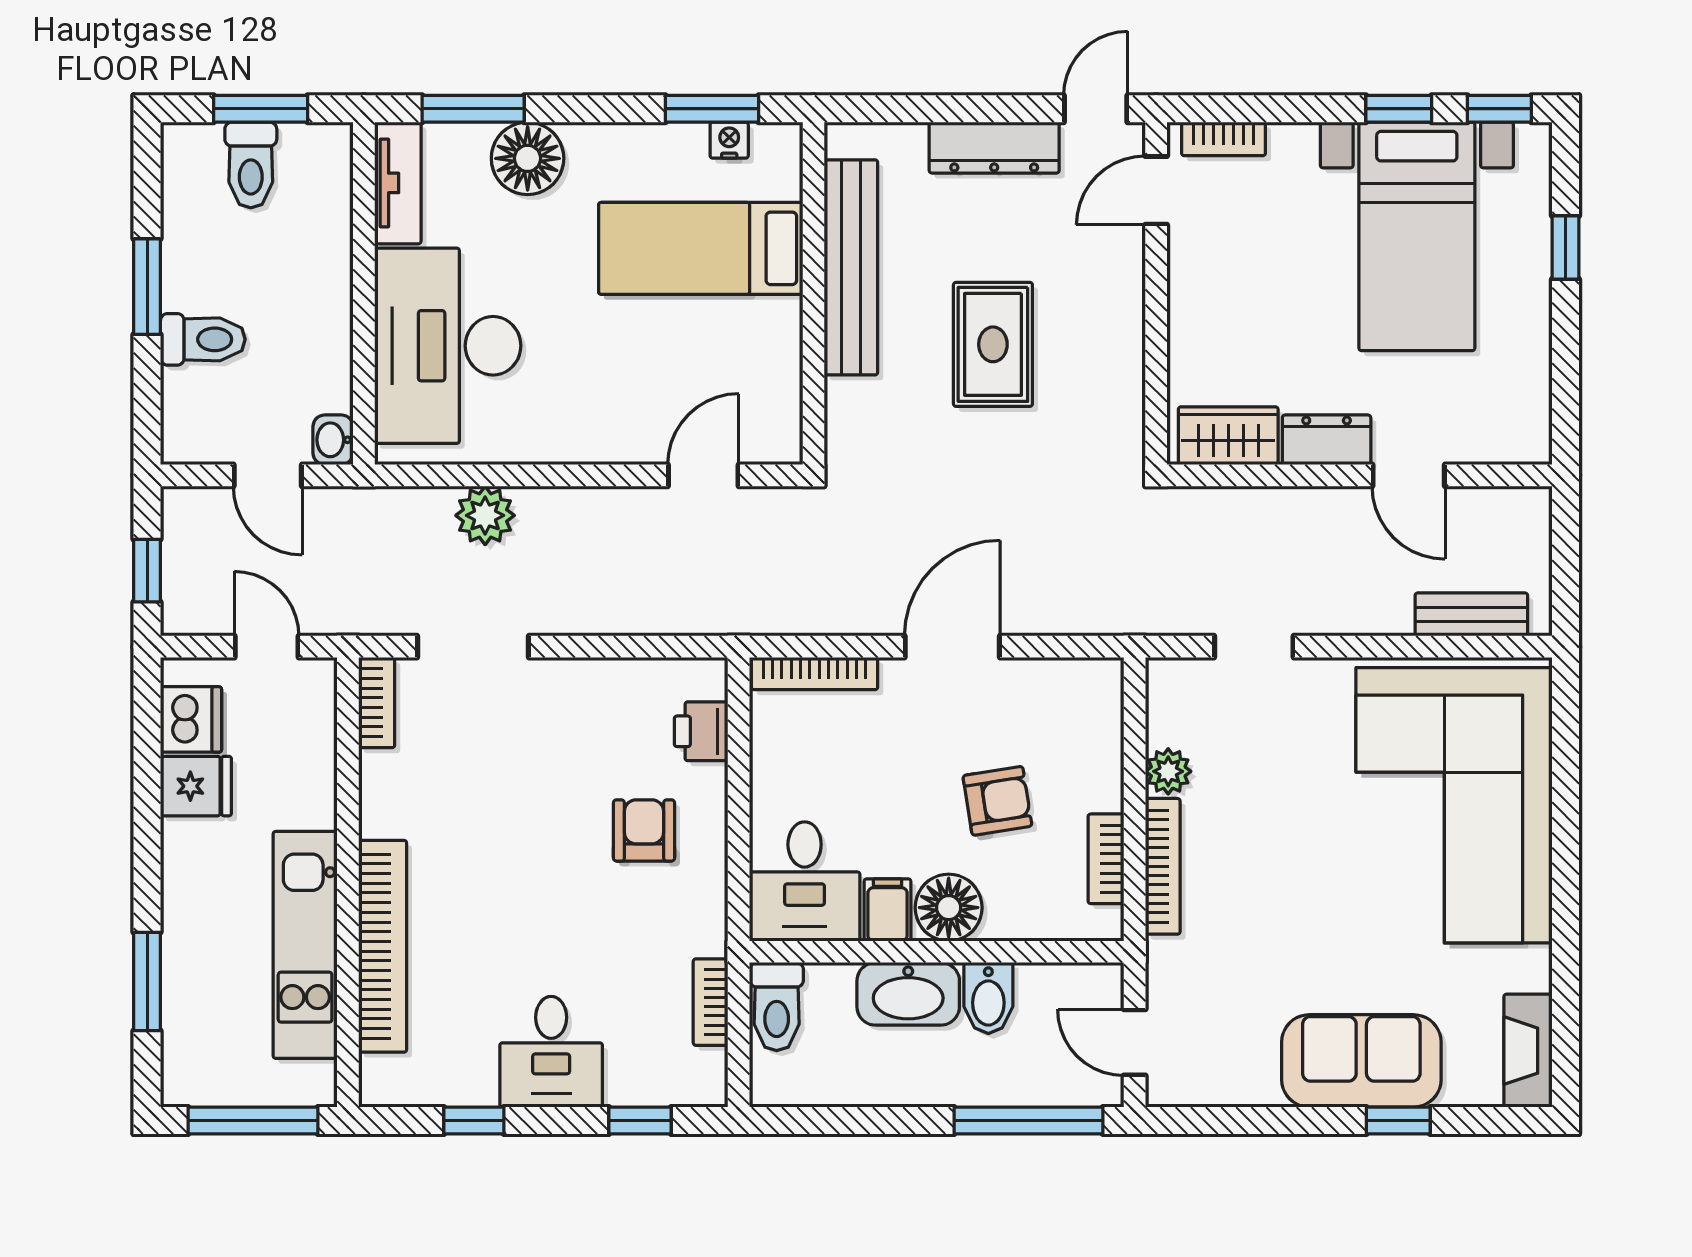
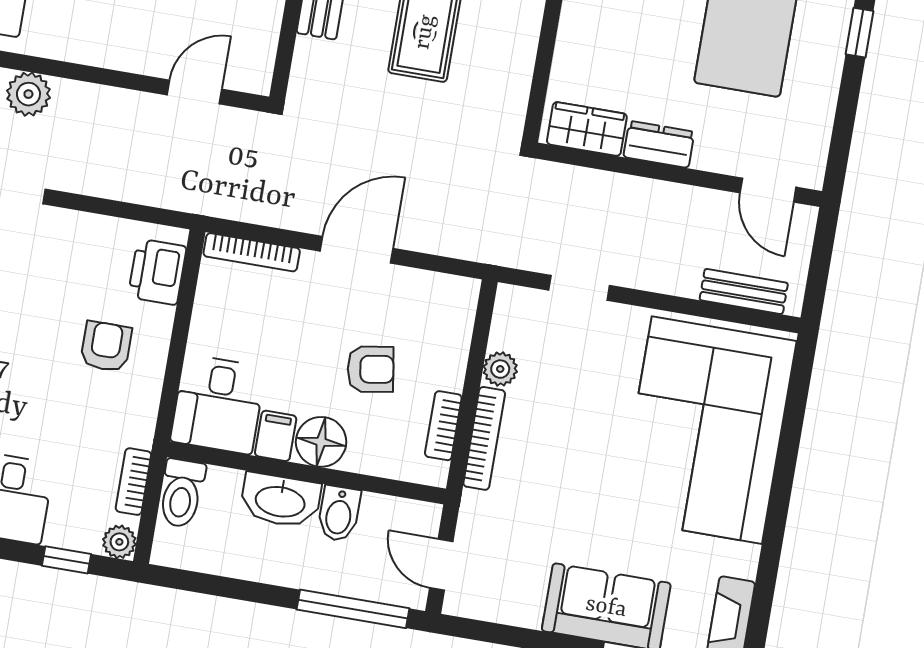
door: (1409, 475) -> (768, 190), moved
printer: (701, 731) -> (157, 272), width x1.36, depth x1.24
plant: (706, 1085) -> (119, 542), added

